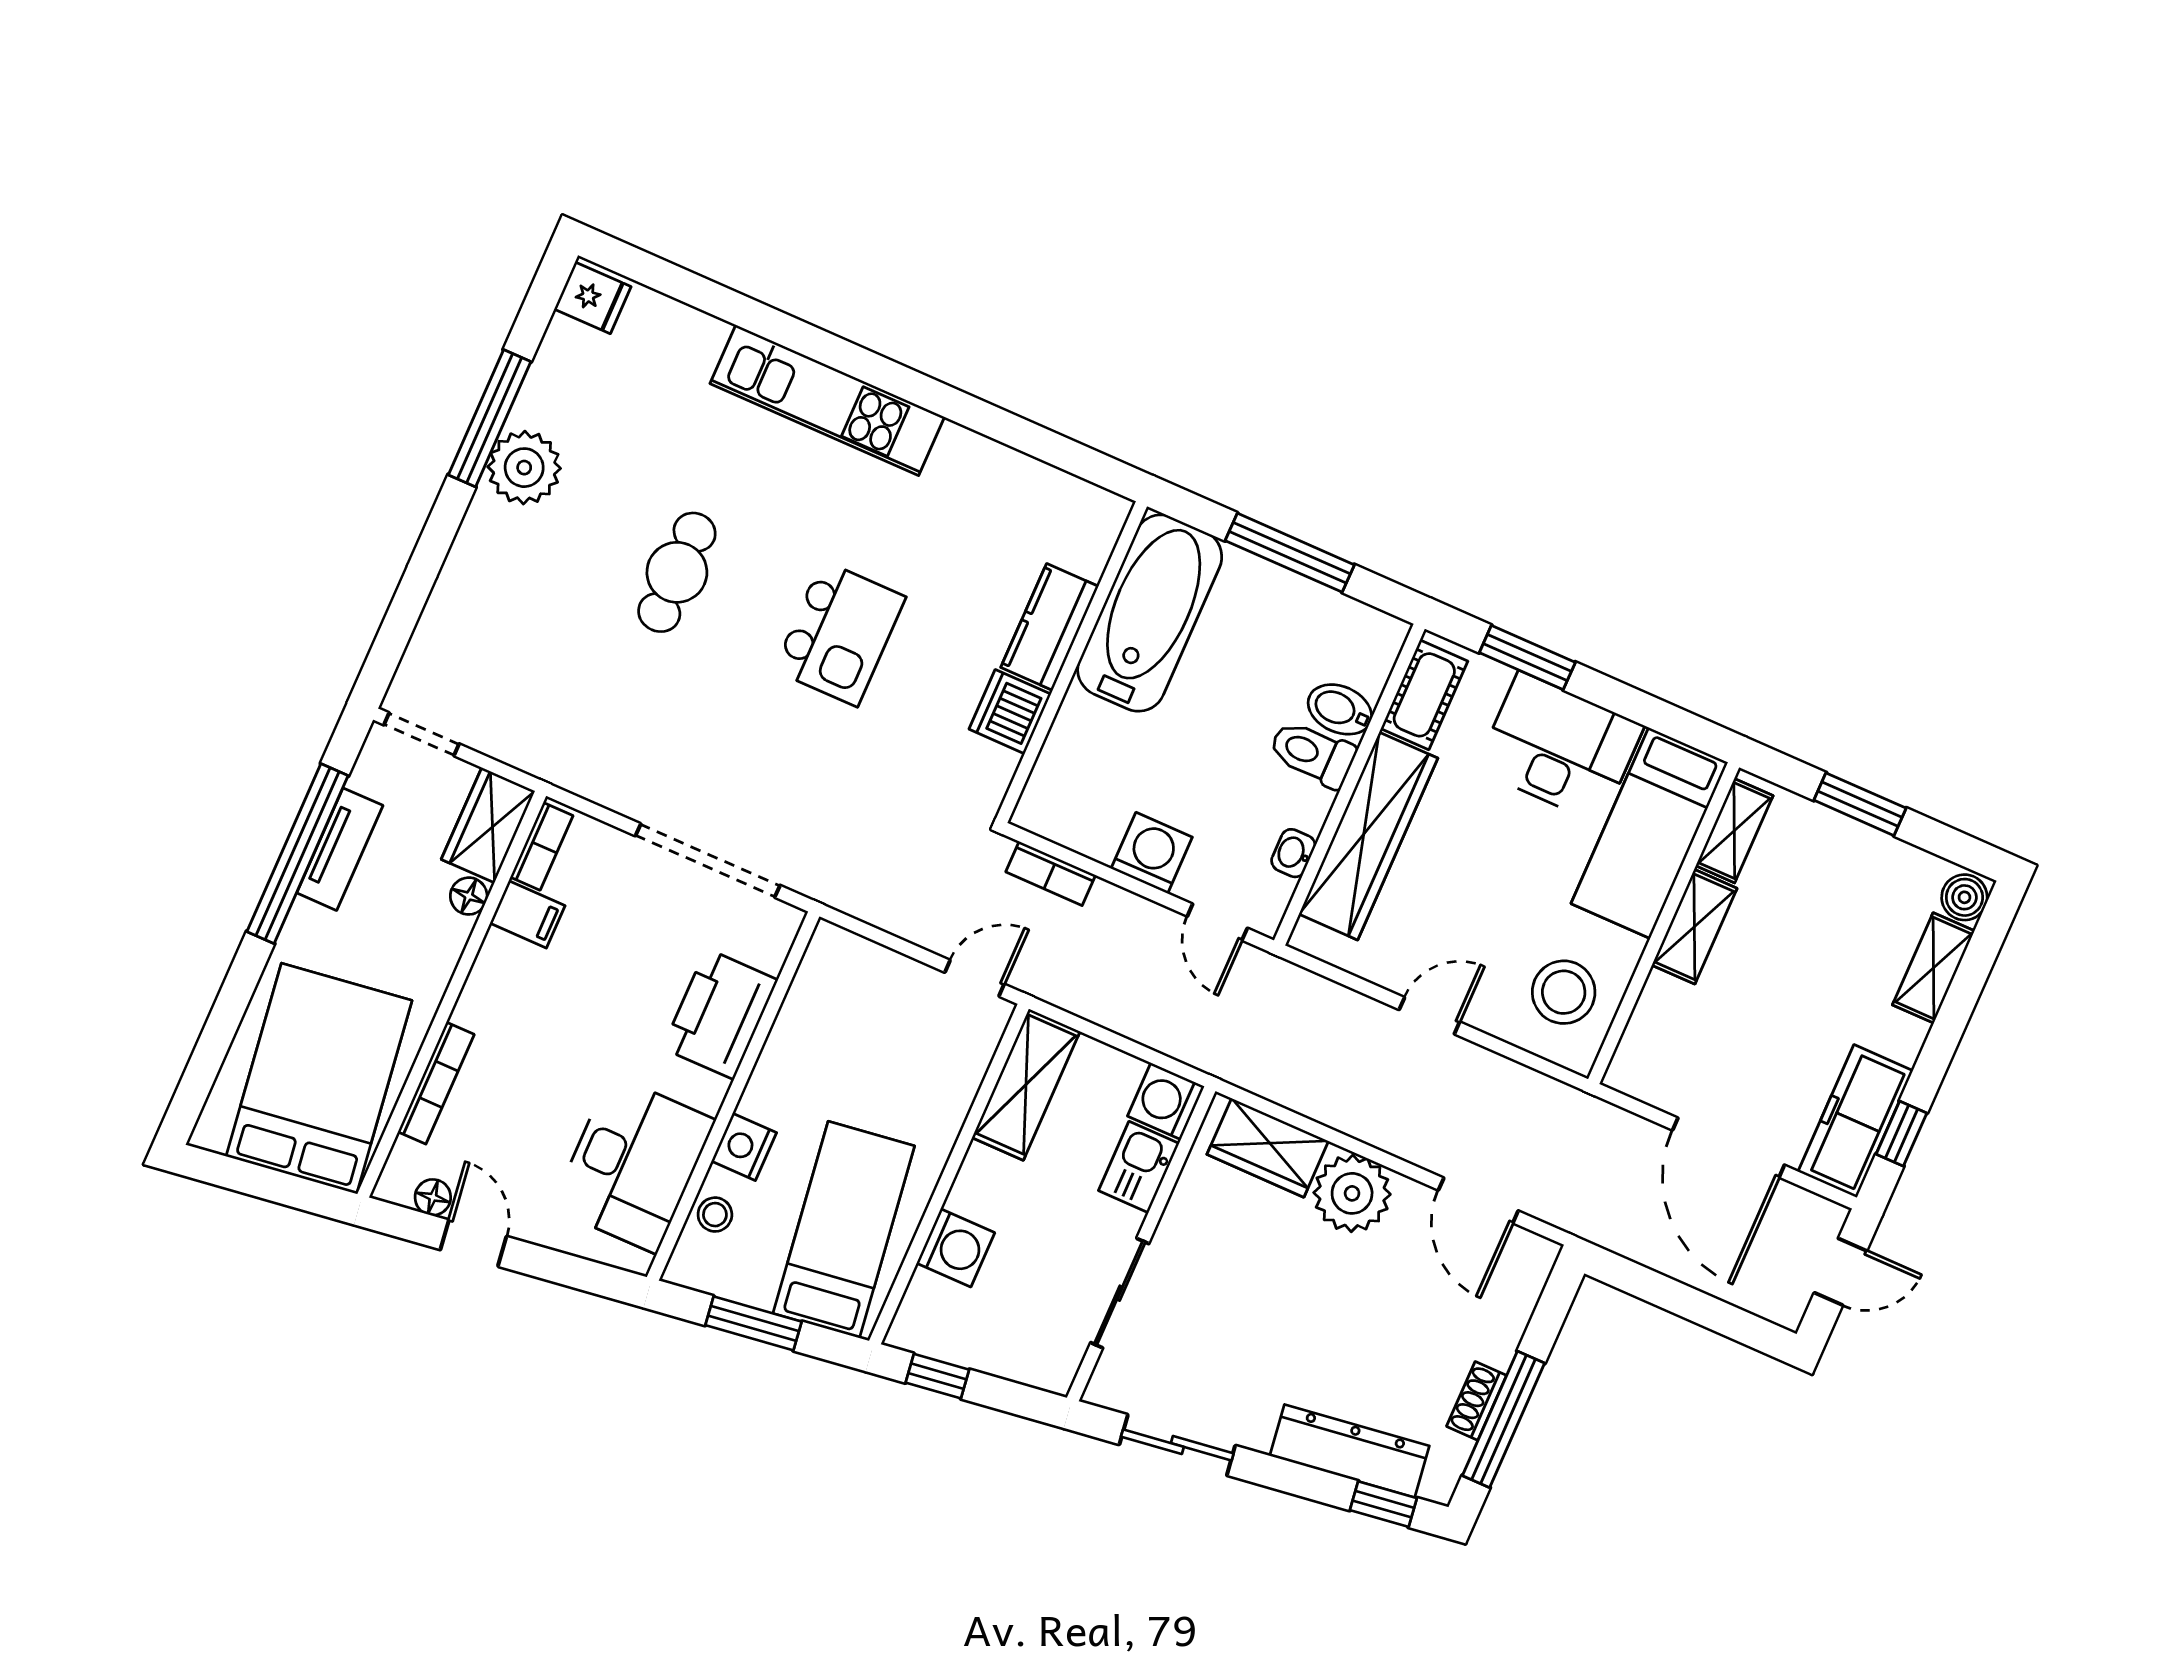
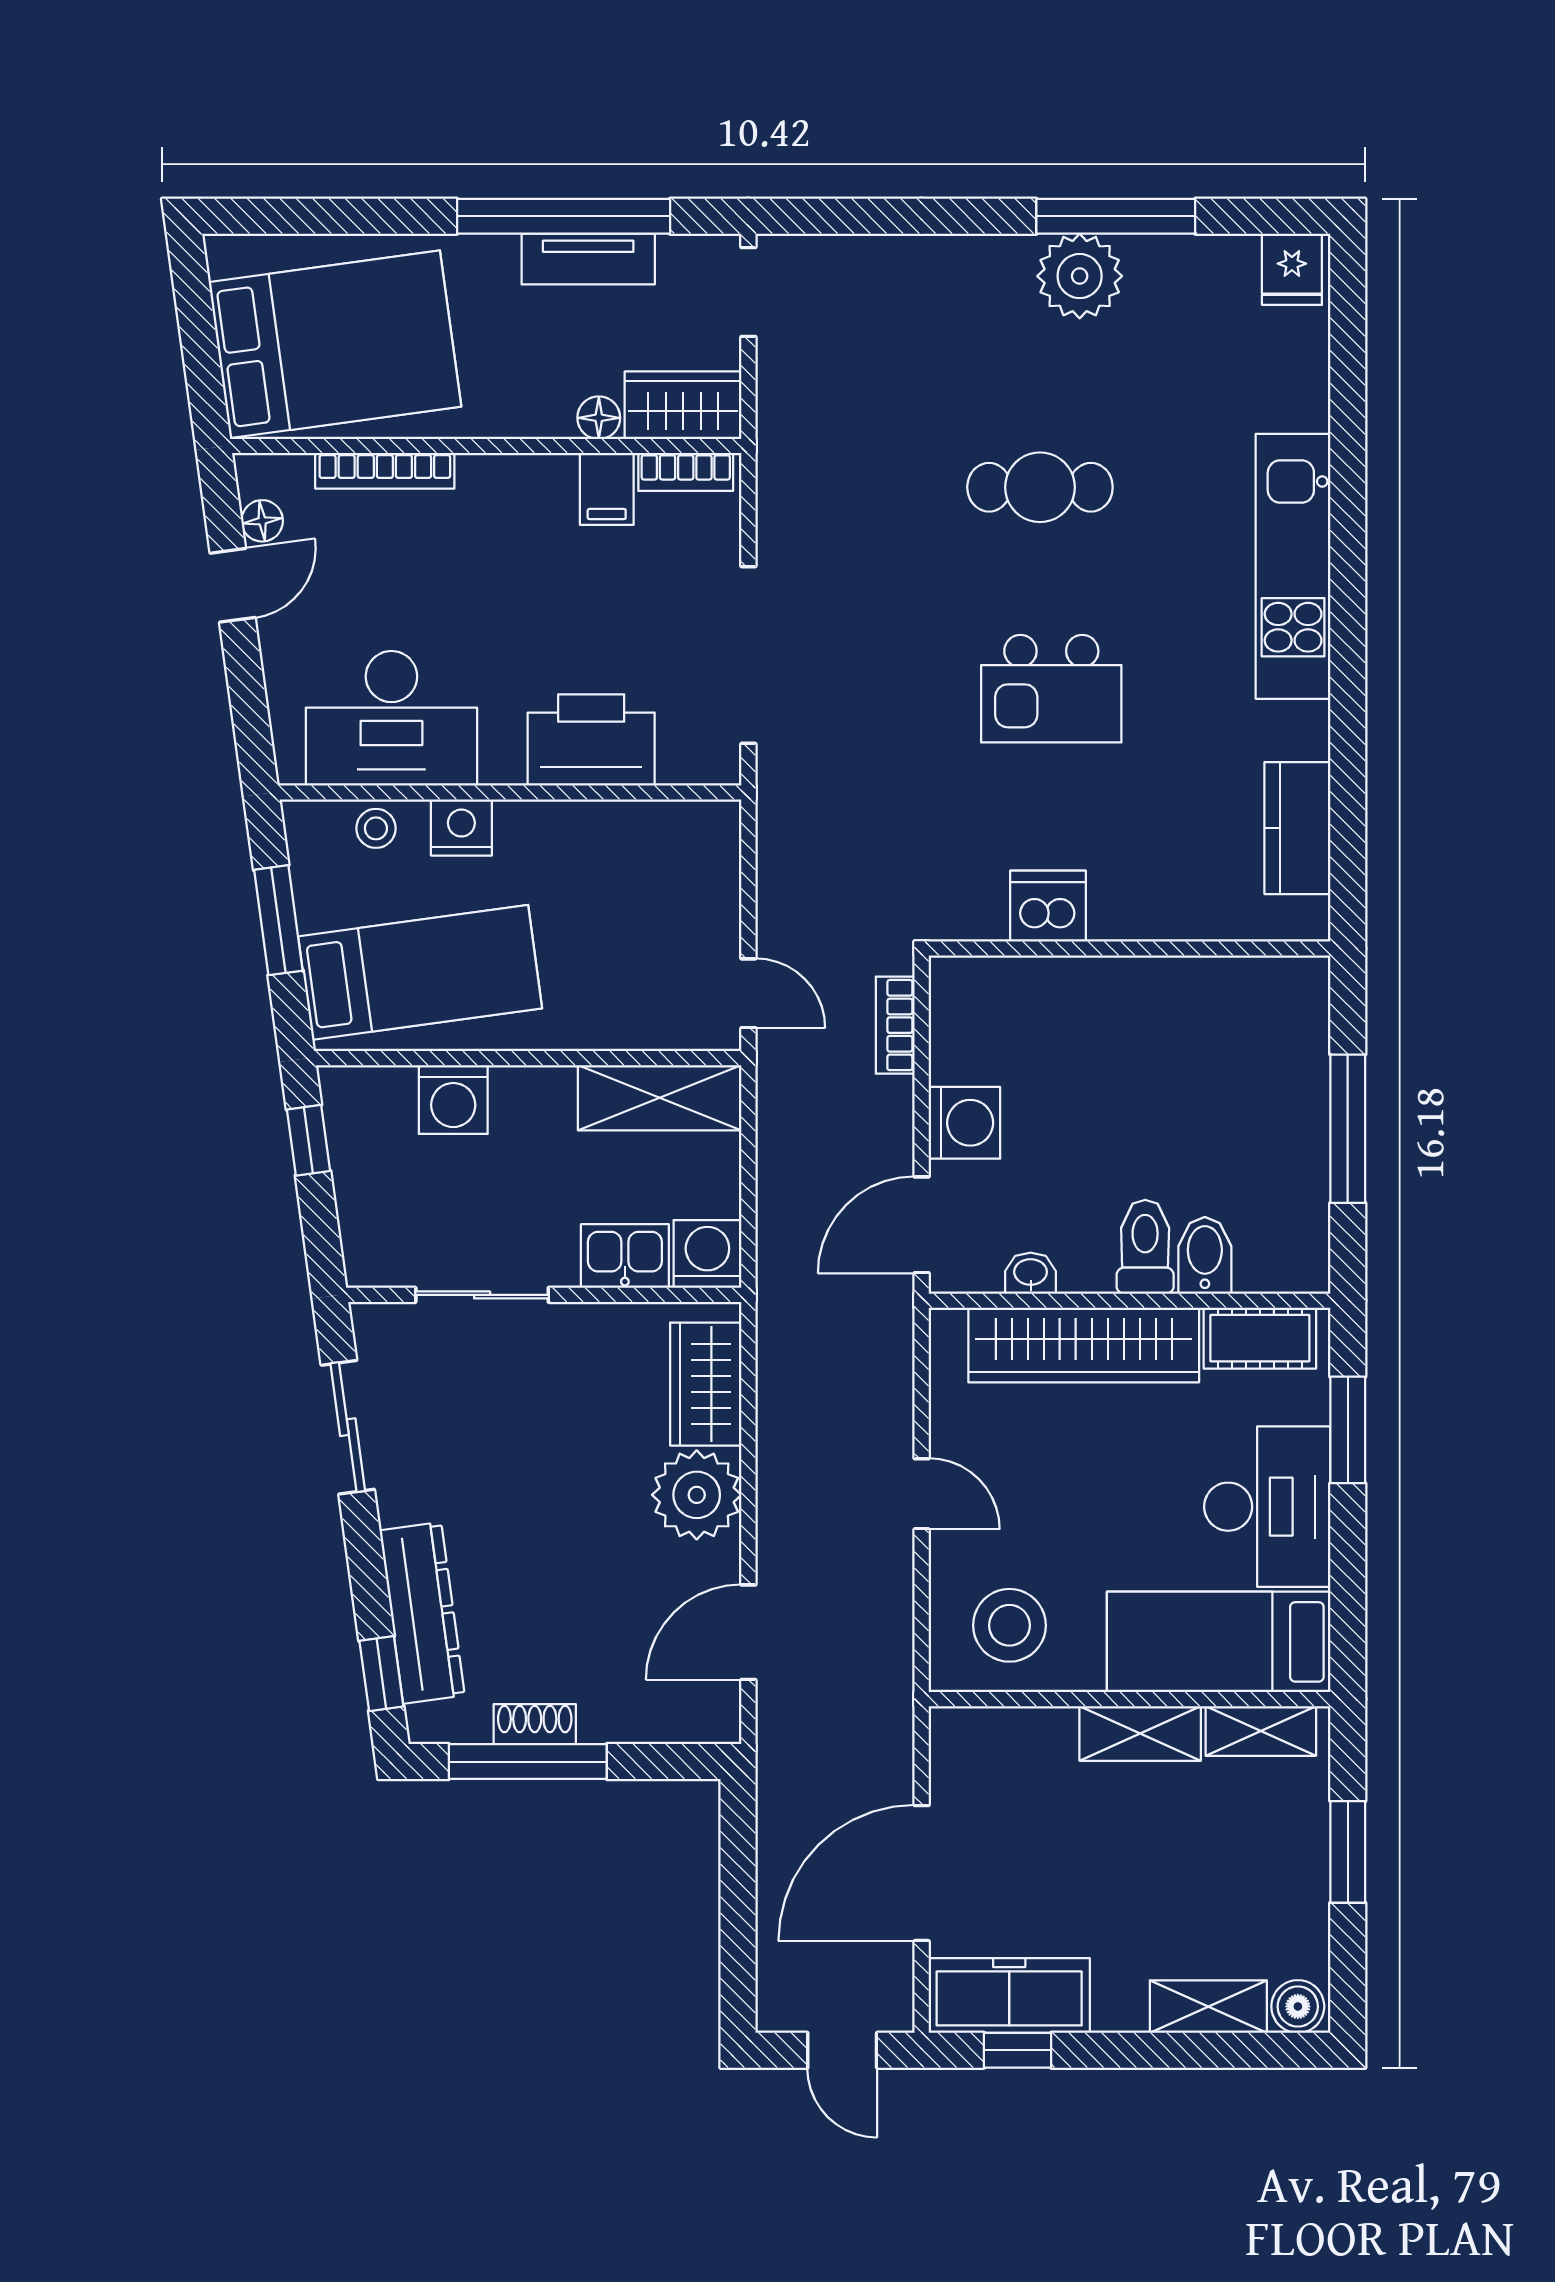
bathtub: (1150, 613) -> (1218, 1008), removed
kitchen counter: (1050, 627) -> (1297, 828), moved, turned -90
door: (1217, 922) -> (922, 1225), width x1.37

